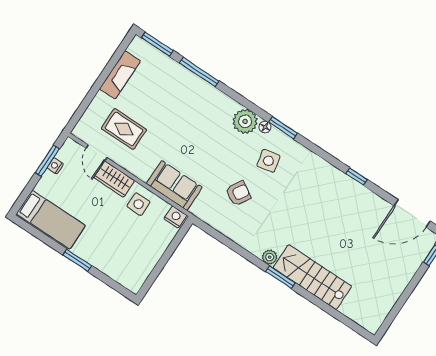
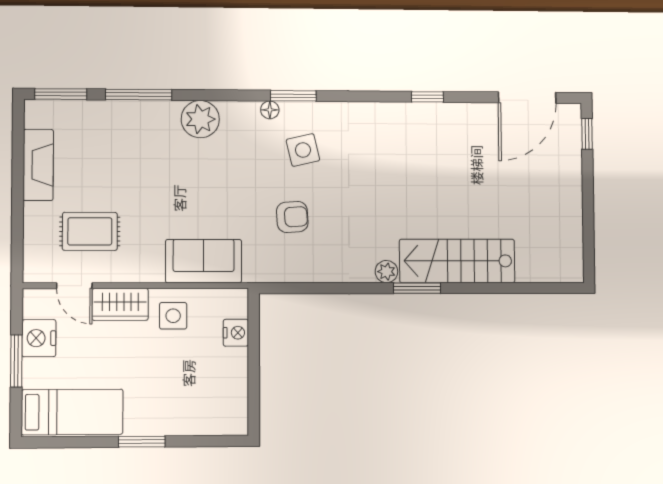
plant: (245, 121) -> (200, 119), moved
window: (47, 161) -> (16, 361), moved
nightstand: (55, 166) -> (39, 338), width x1.89, depth x1.79
armchair: (238, 193) -> (292, 217), turned 55
nightstand: (175, 217) -> (236, 333), moved, turned 90

